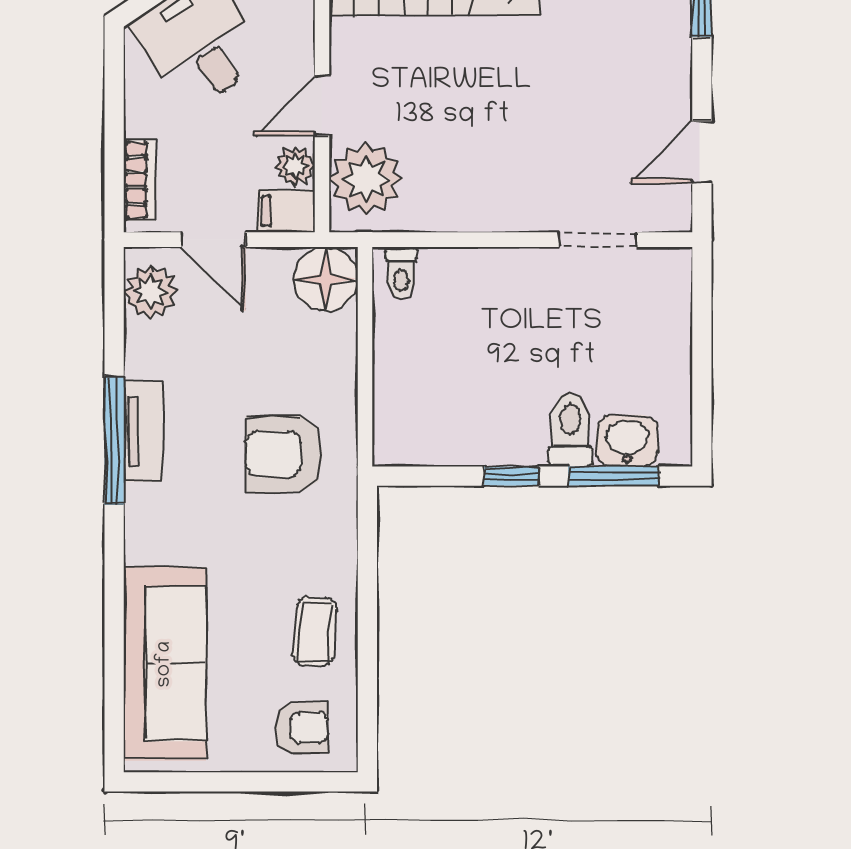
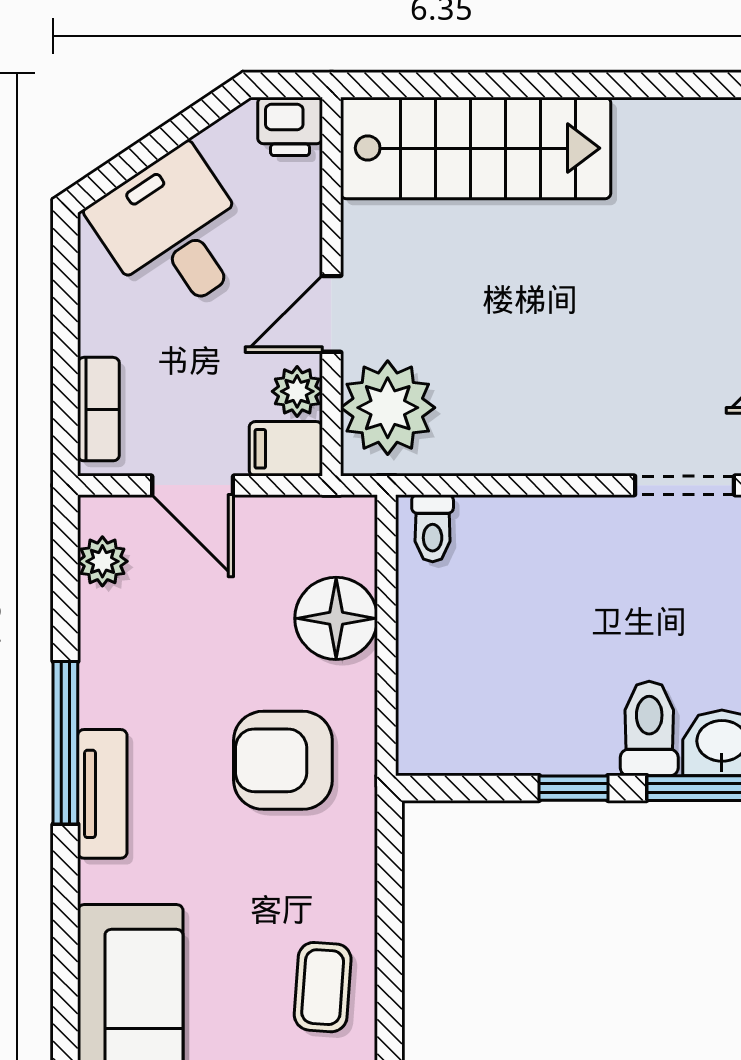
floor lamp: (326, 279) -> (336, 618), moved
plant: (150, 292) -> (102, 561), width x0.73, depth x0.73
tv unit: (143, 432) -> (102, 794), moved

